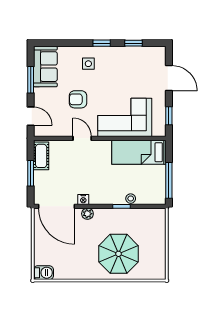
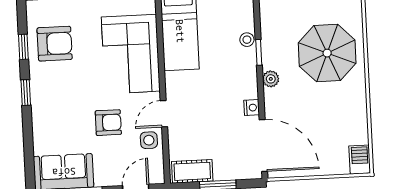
side table: (88, 64) -> (149, 140), moved
armchair: (135, 65) -> (55, 44), added
armchair: (78, 99) -> (108, 123), turned -90
door: (57, 206) -> (263, 146), hinge flipped
plant: (87, 214) -> (271, 79), moved

